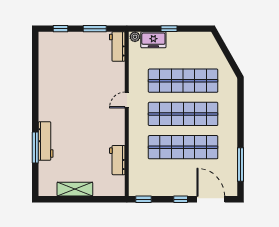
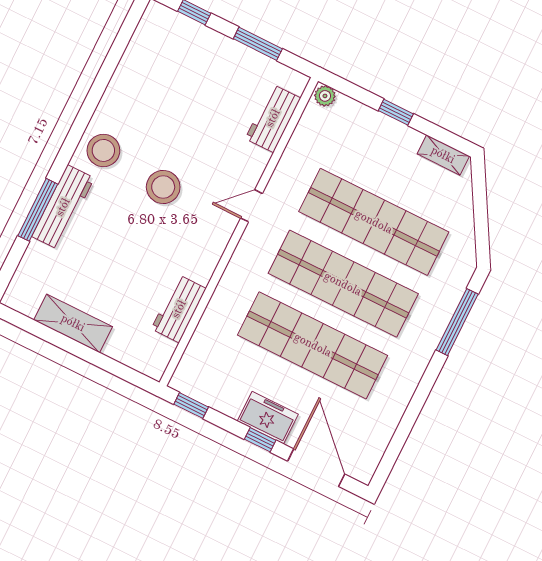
shelving: (199, 37) -> (443, 155), added
freezer: (153, 40) -> (268, 418), moved, turned 180
workbench: (117, 47) -> (273, 118), moved
stool: (51, 108) -> (103, 150), added
stool: (85, 111) -> (163, 187), added
window: (241, 165) -> (457, 322), moved

